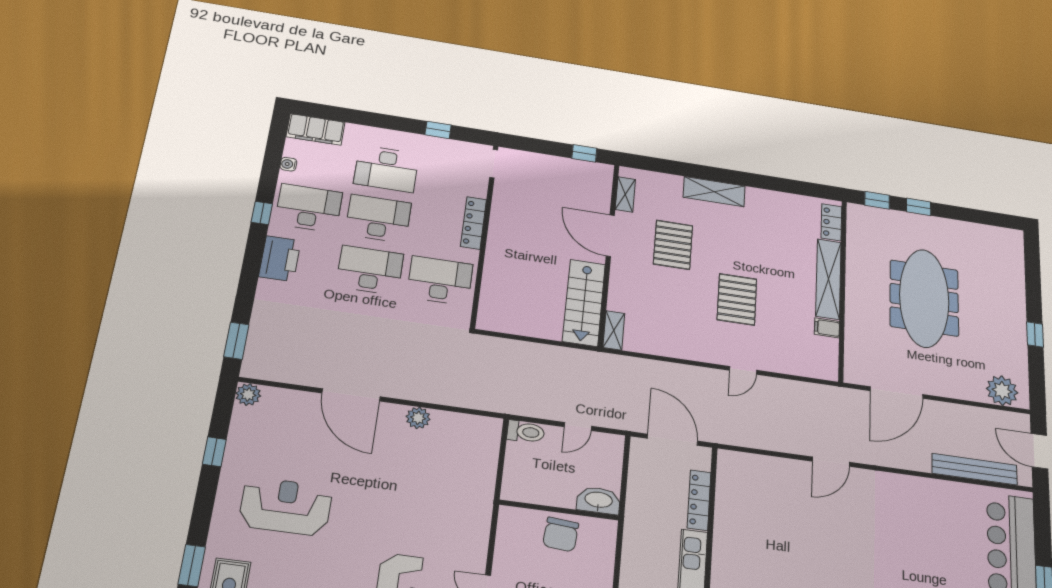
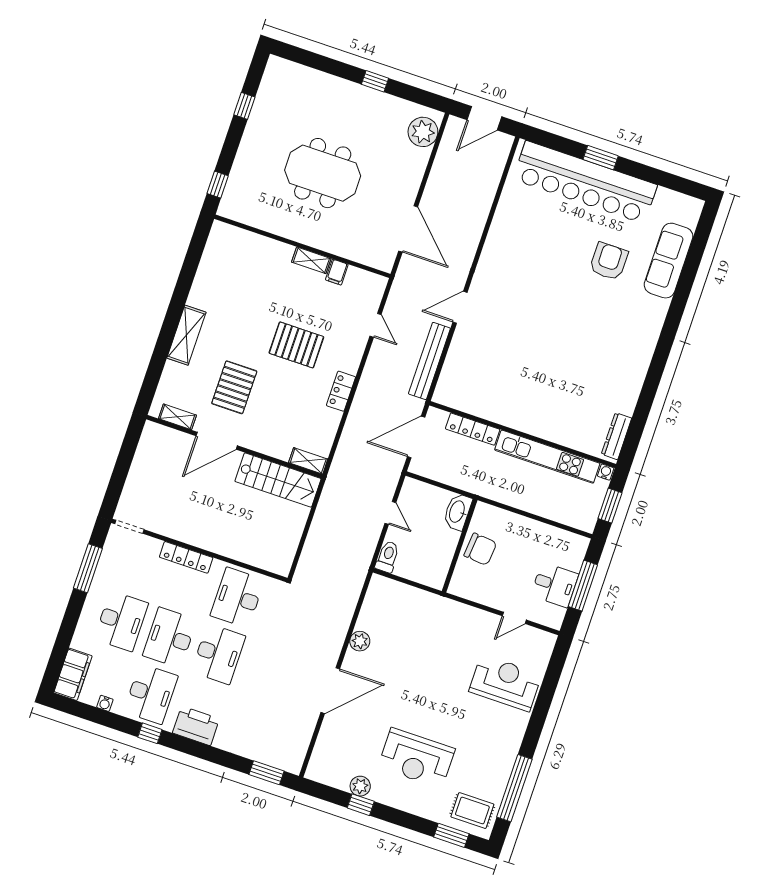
window: (438, 130) -> (88, 568), width x2.17
window: (584, 153) -> (130, 443), removed
window: (919, 207) -> (244, 106), moved
desk: (309, 208) -> (151, 694), turned 180
locker: (831, 222) -> (341, 391), moved, turned 90
pallet: (673, 245) -> (234, 387), turned 90
desk: (370, 270) -> (218, 654), turned 180
shelving: (828, 279) -> (311, 260), width x0.45, depth x0.75
meeting table: (924, 298) -> (323, 173), width x0.73
door: (743, 370) -> (375, 325), moved
plant: (248, 395) -> (360, 786), moved
door: (831, 462) -> (460, 307), swing flipped
bench: (975, 469) -> (429, 361), moved
reception desk: (286, 506) -> (417, 758), turned -90

